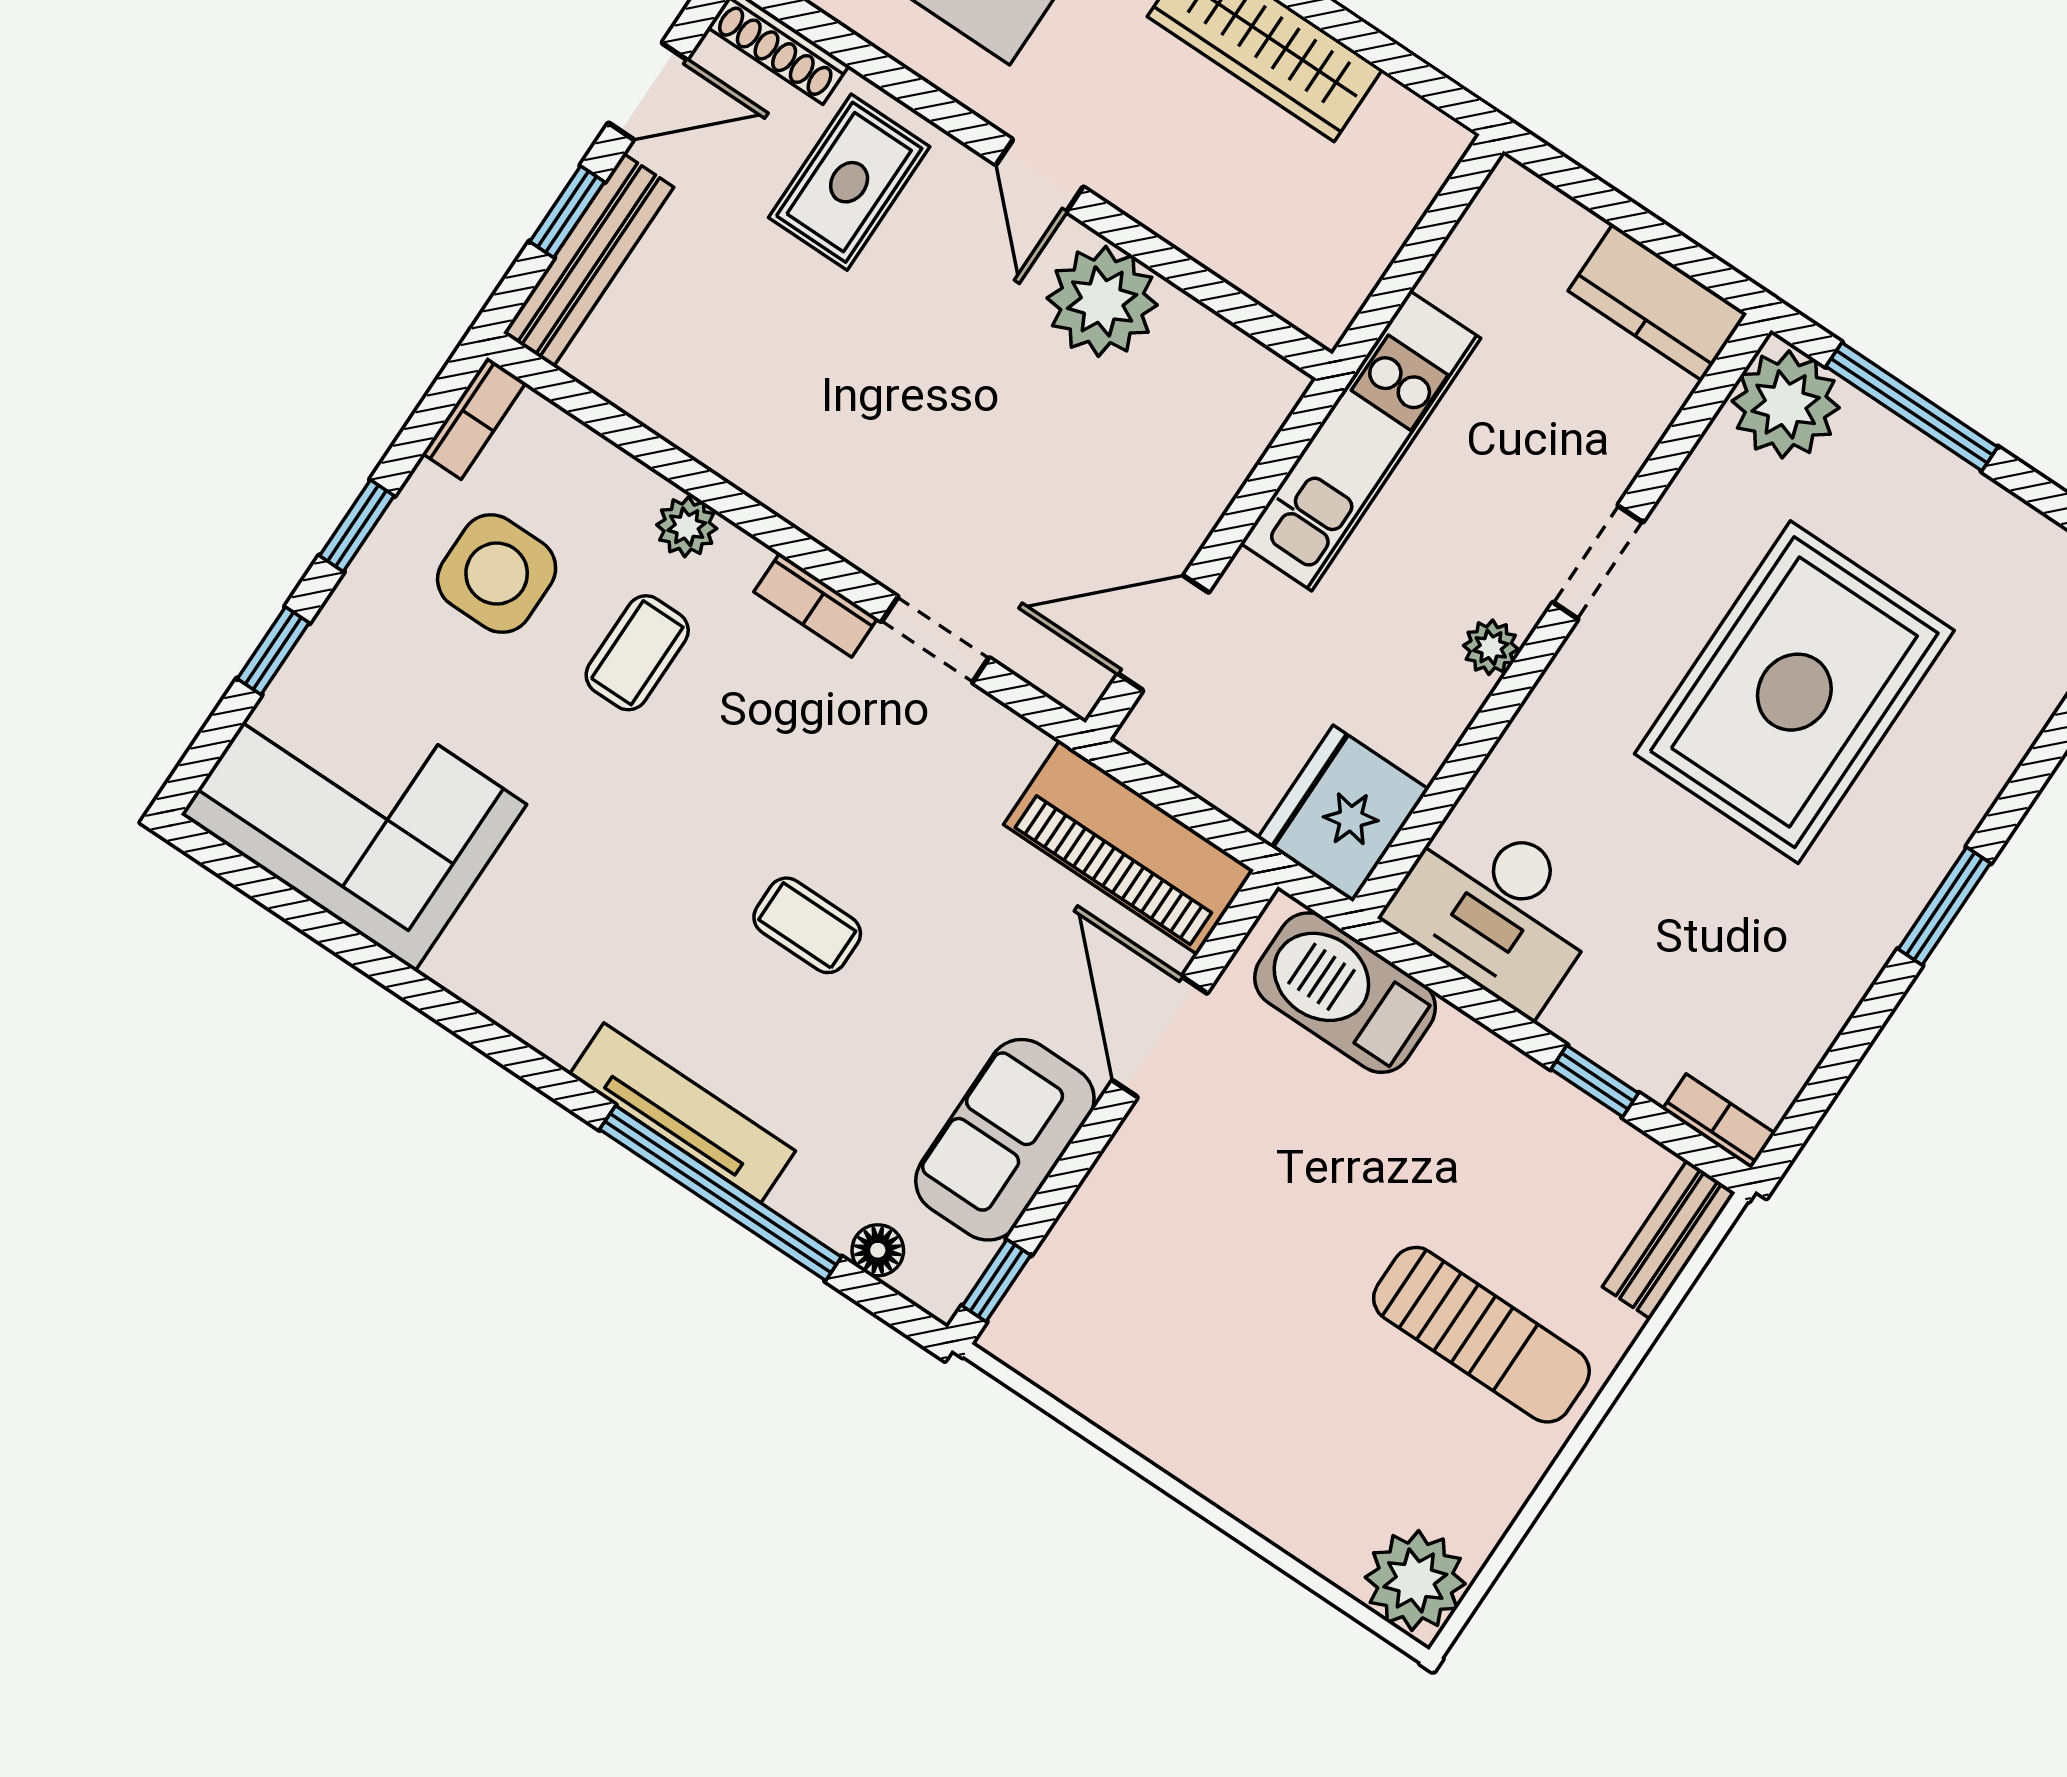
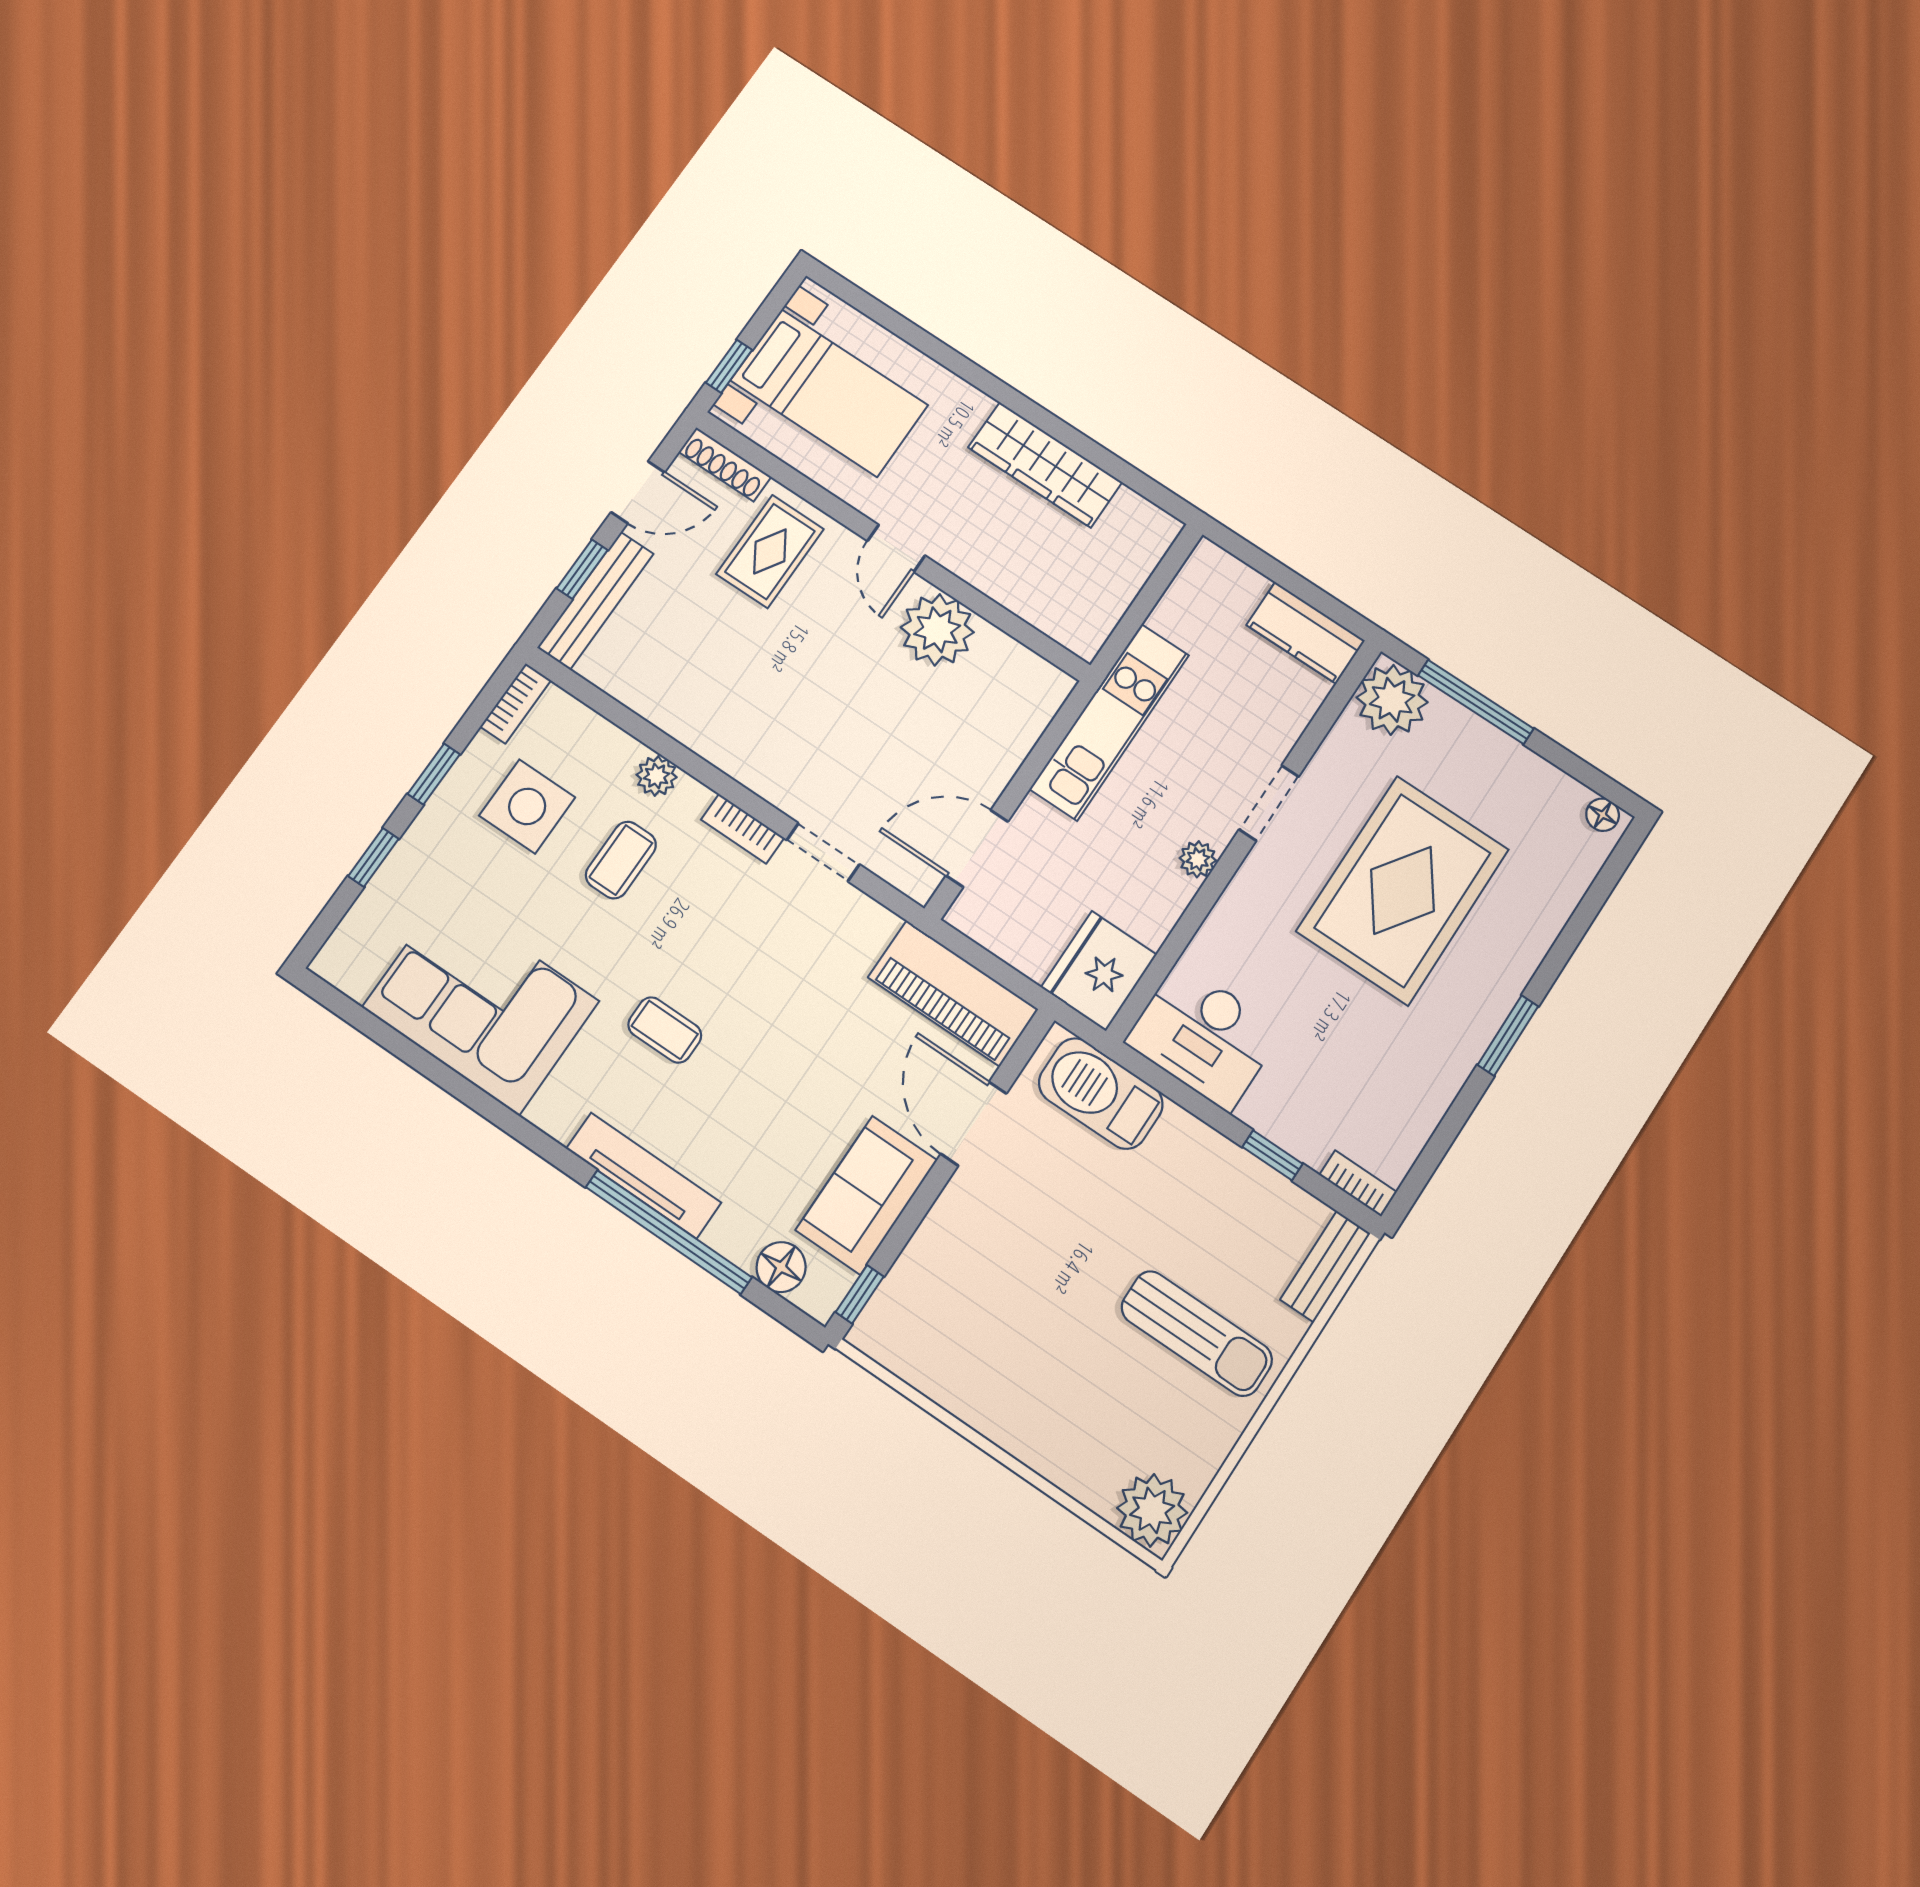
corner sofa: (354, 809) -> (481, 1004), moved
coffee table: (807, 925) -> (665, 1030), moved
floor lamp: (878, 1250) -> (781, 1267), width x1.37, depth x1.37

